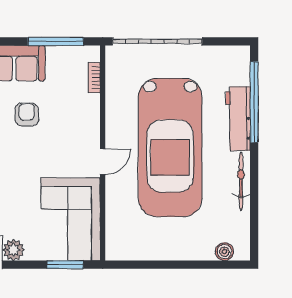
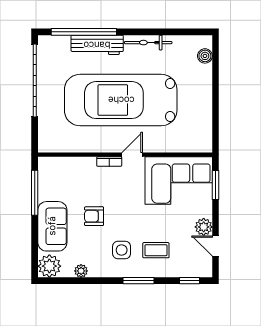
garage door: (157, 41) -> (35, 81), moved
bookcase: (94, 78) -> (109, 162), moved
car: (170, 148) -> (121, 100), turned 180
door: (103, 162) -> (132, 155), hinge flipped

